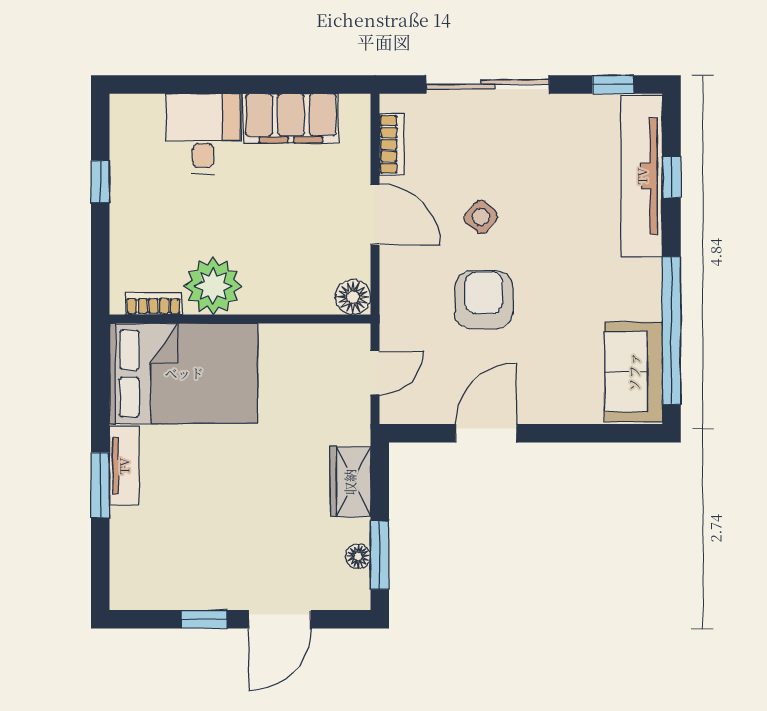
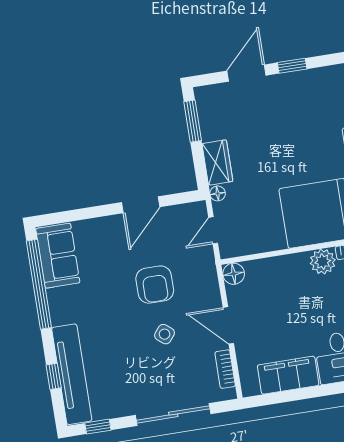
plant: (213, 286) -> (323, 262), width x0.73, depth x0.73
floor lamp: (358, 556) -> (218, 193), moved

